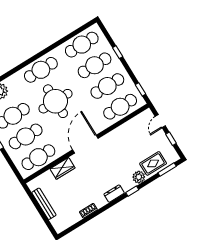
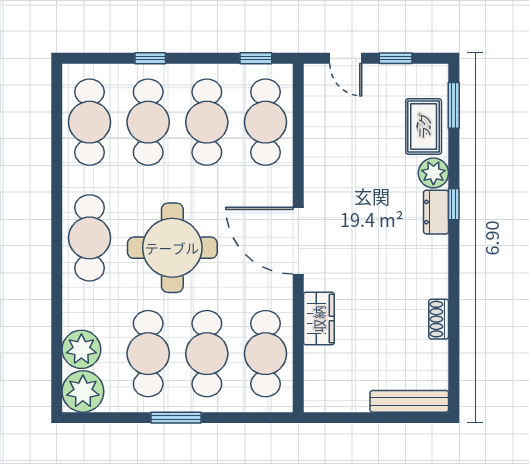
dresser: (114, 194) -> (436, 212), moved
bench: (44, 204) -> (409, 401), moved

